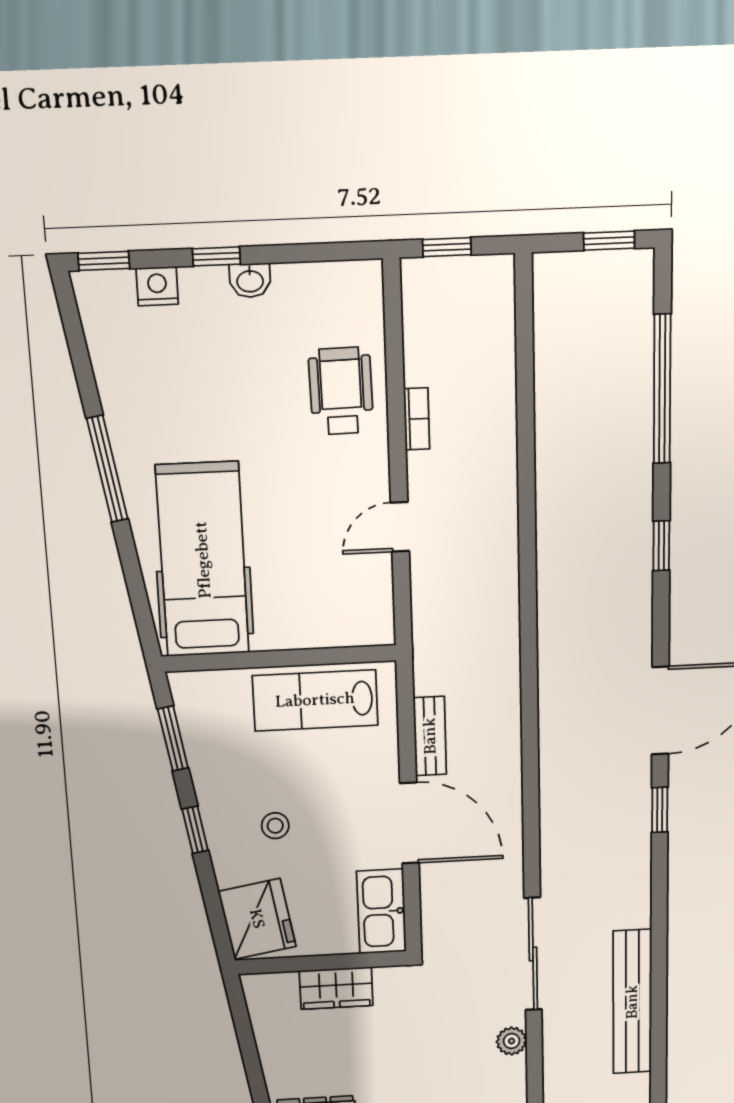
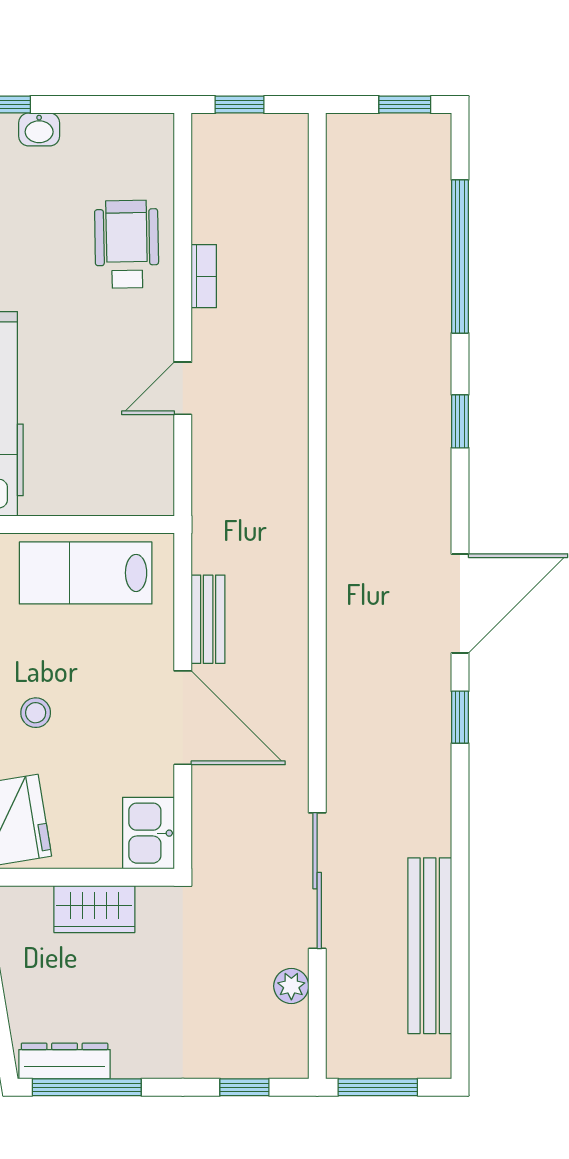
kitchen sink: (381, 911) -> (148, 833), width x0.73

